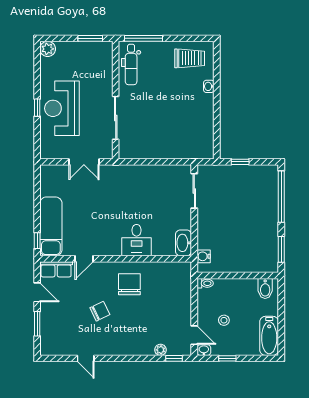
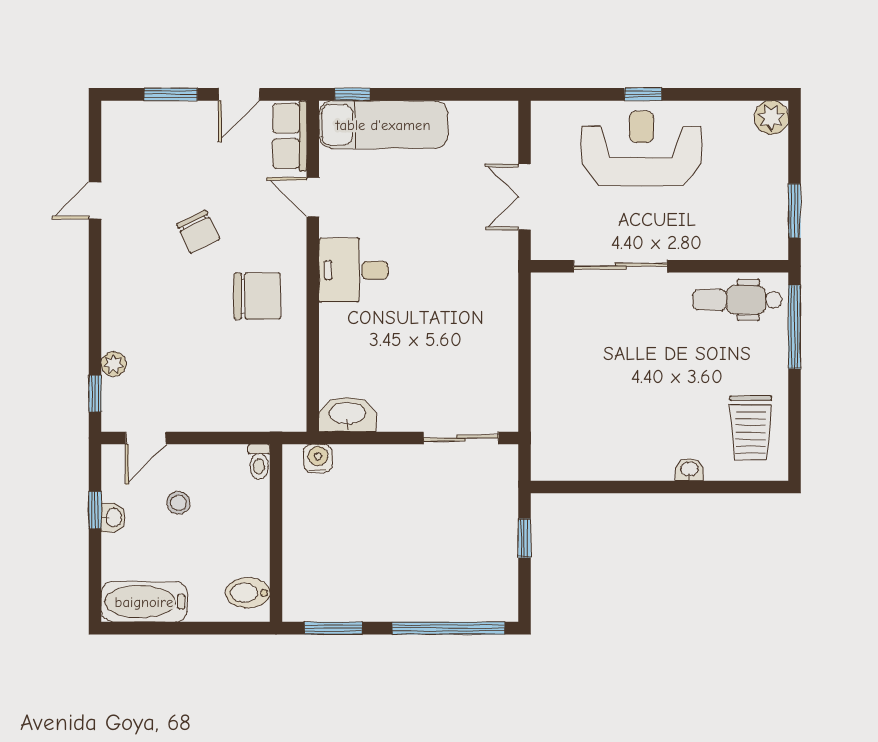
desk: (137, 240) -> (354, 270), moved
washbasin: (204, 350) -> (113, 518), moved

